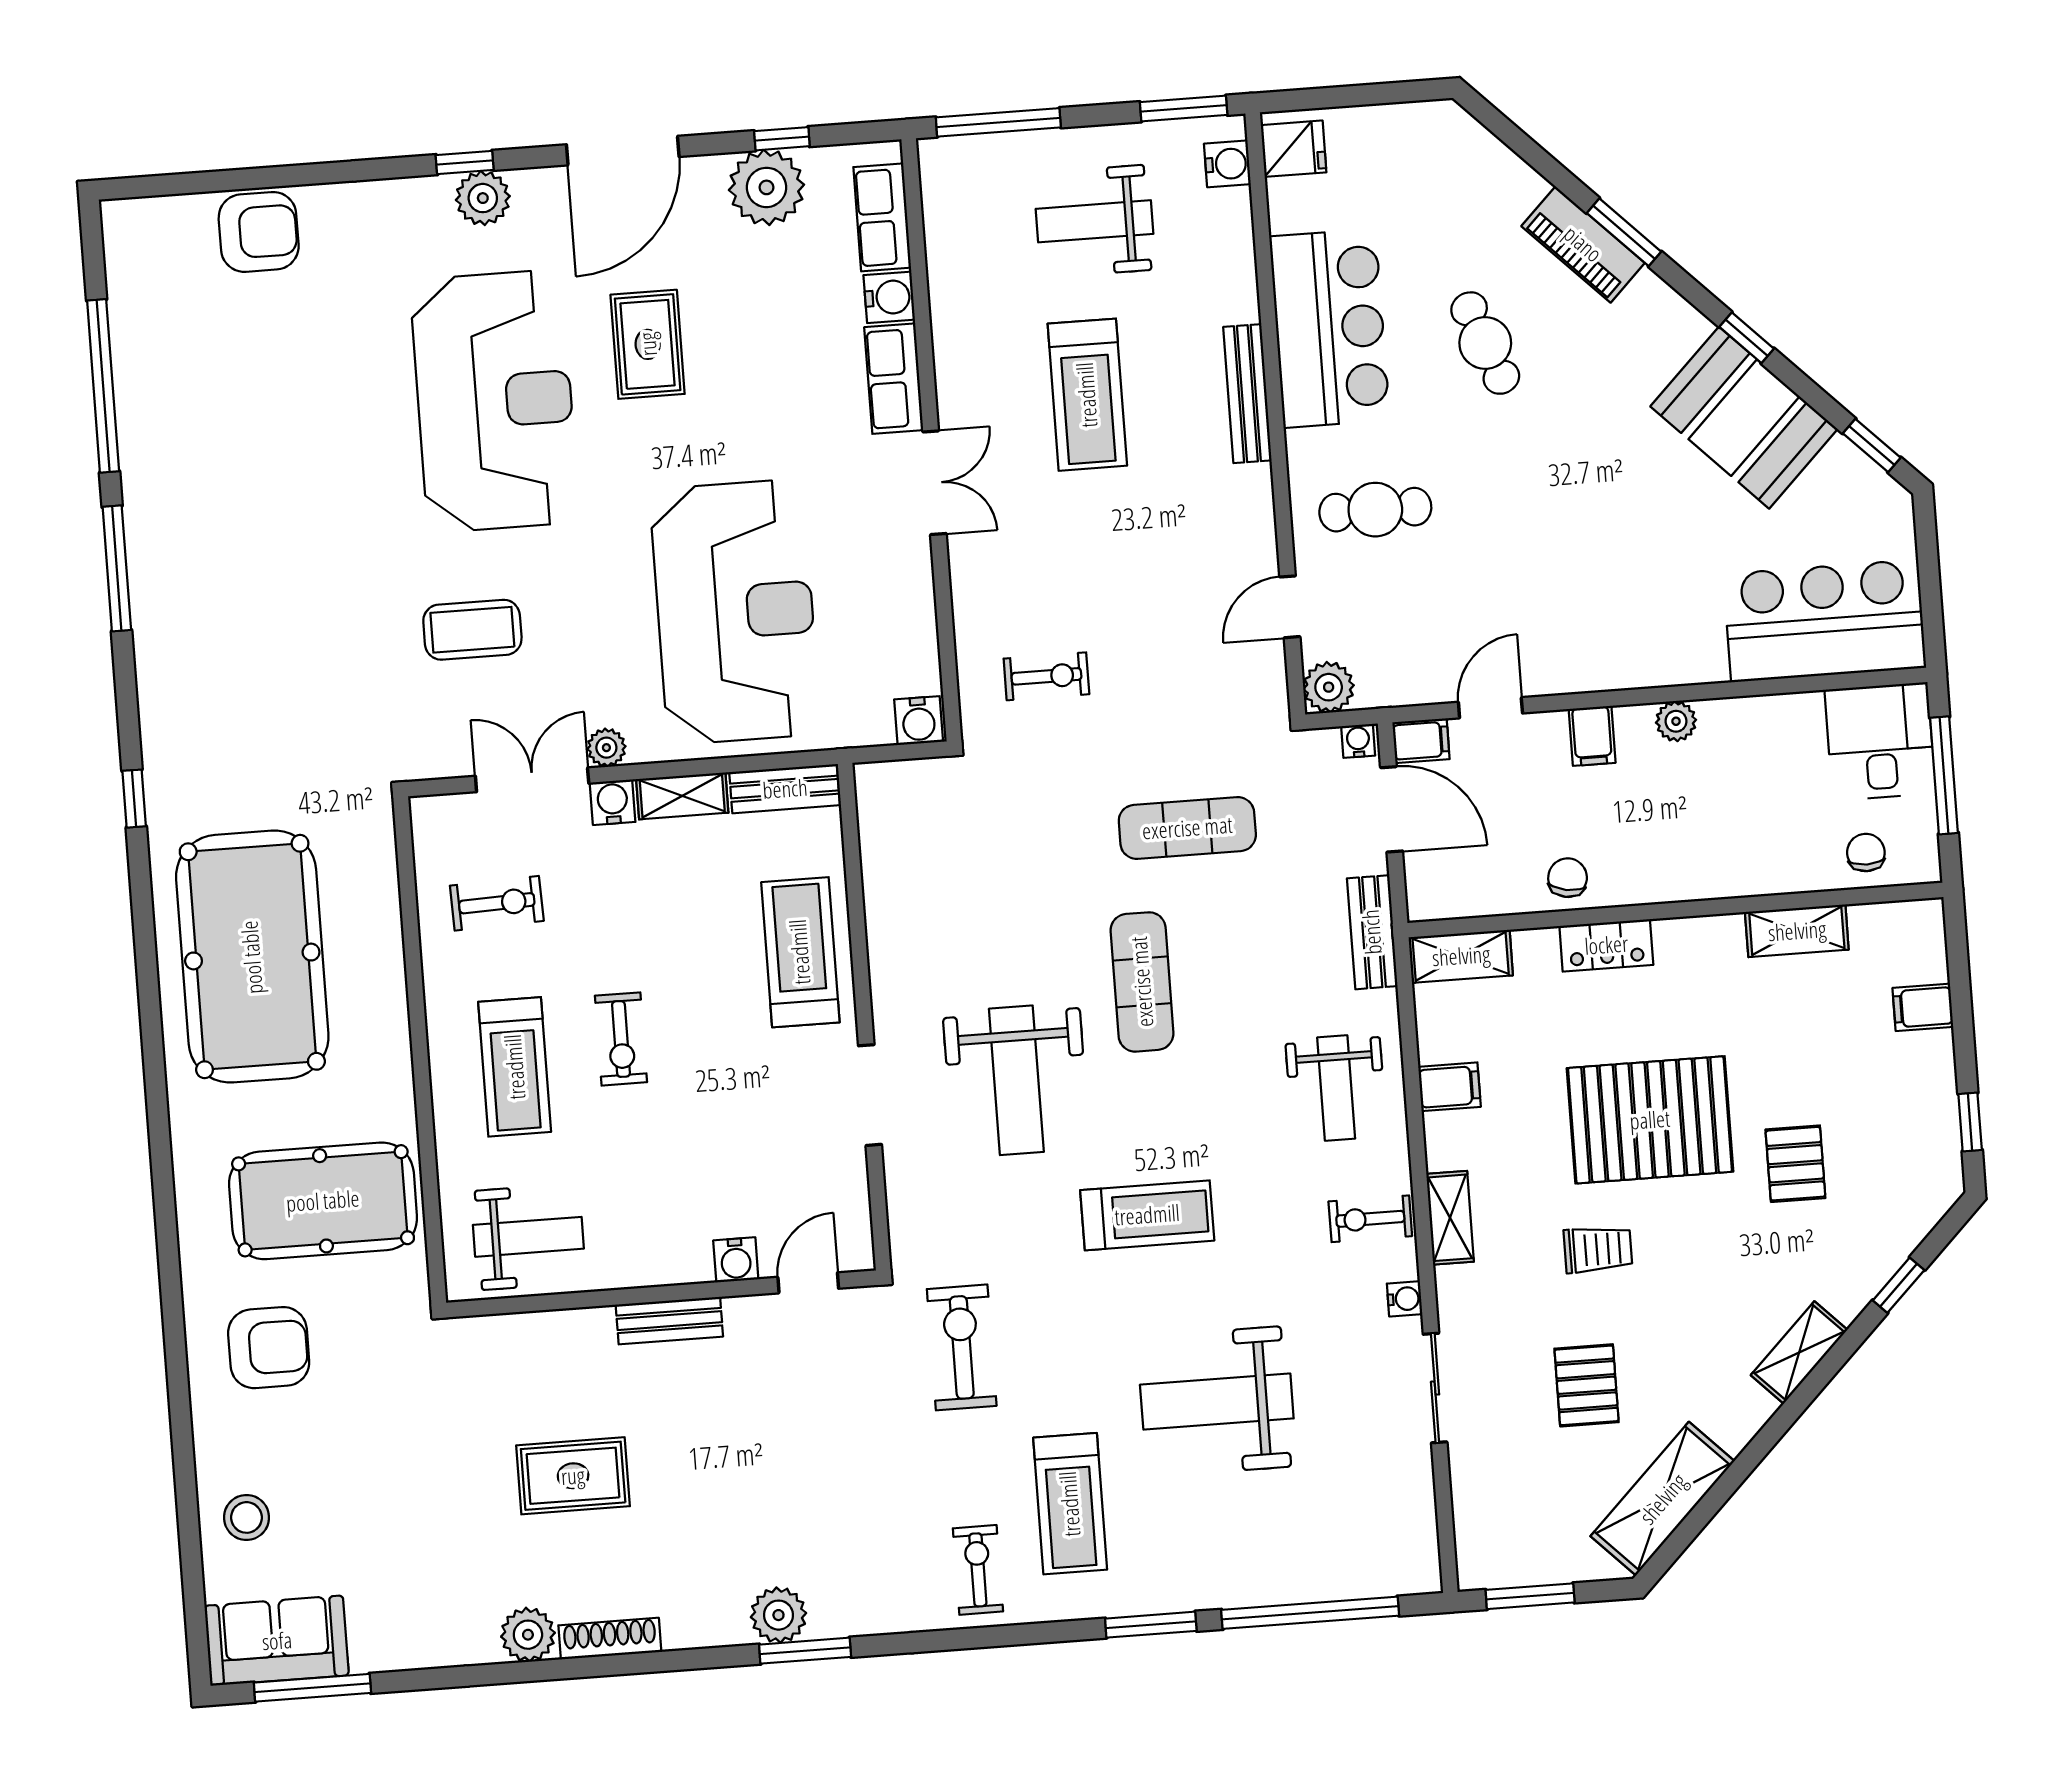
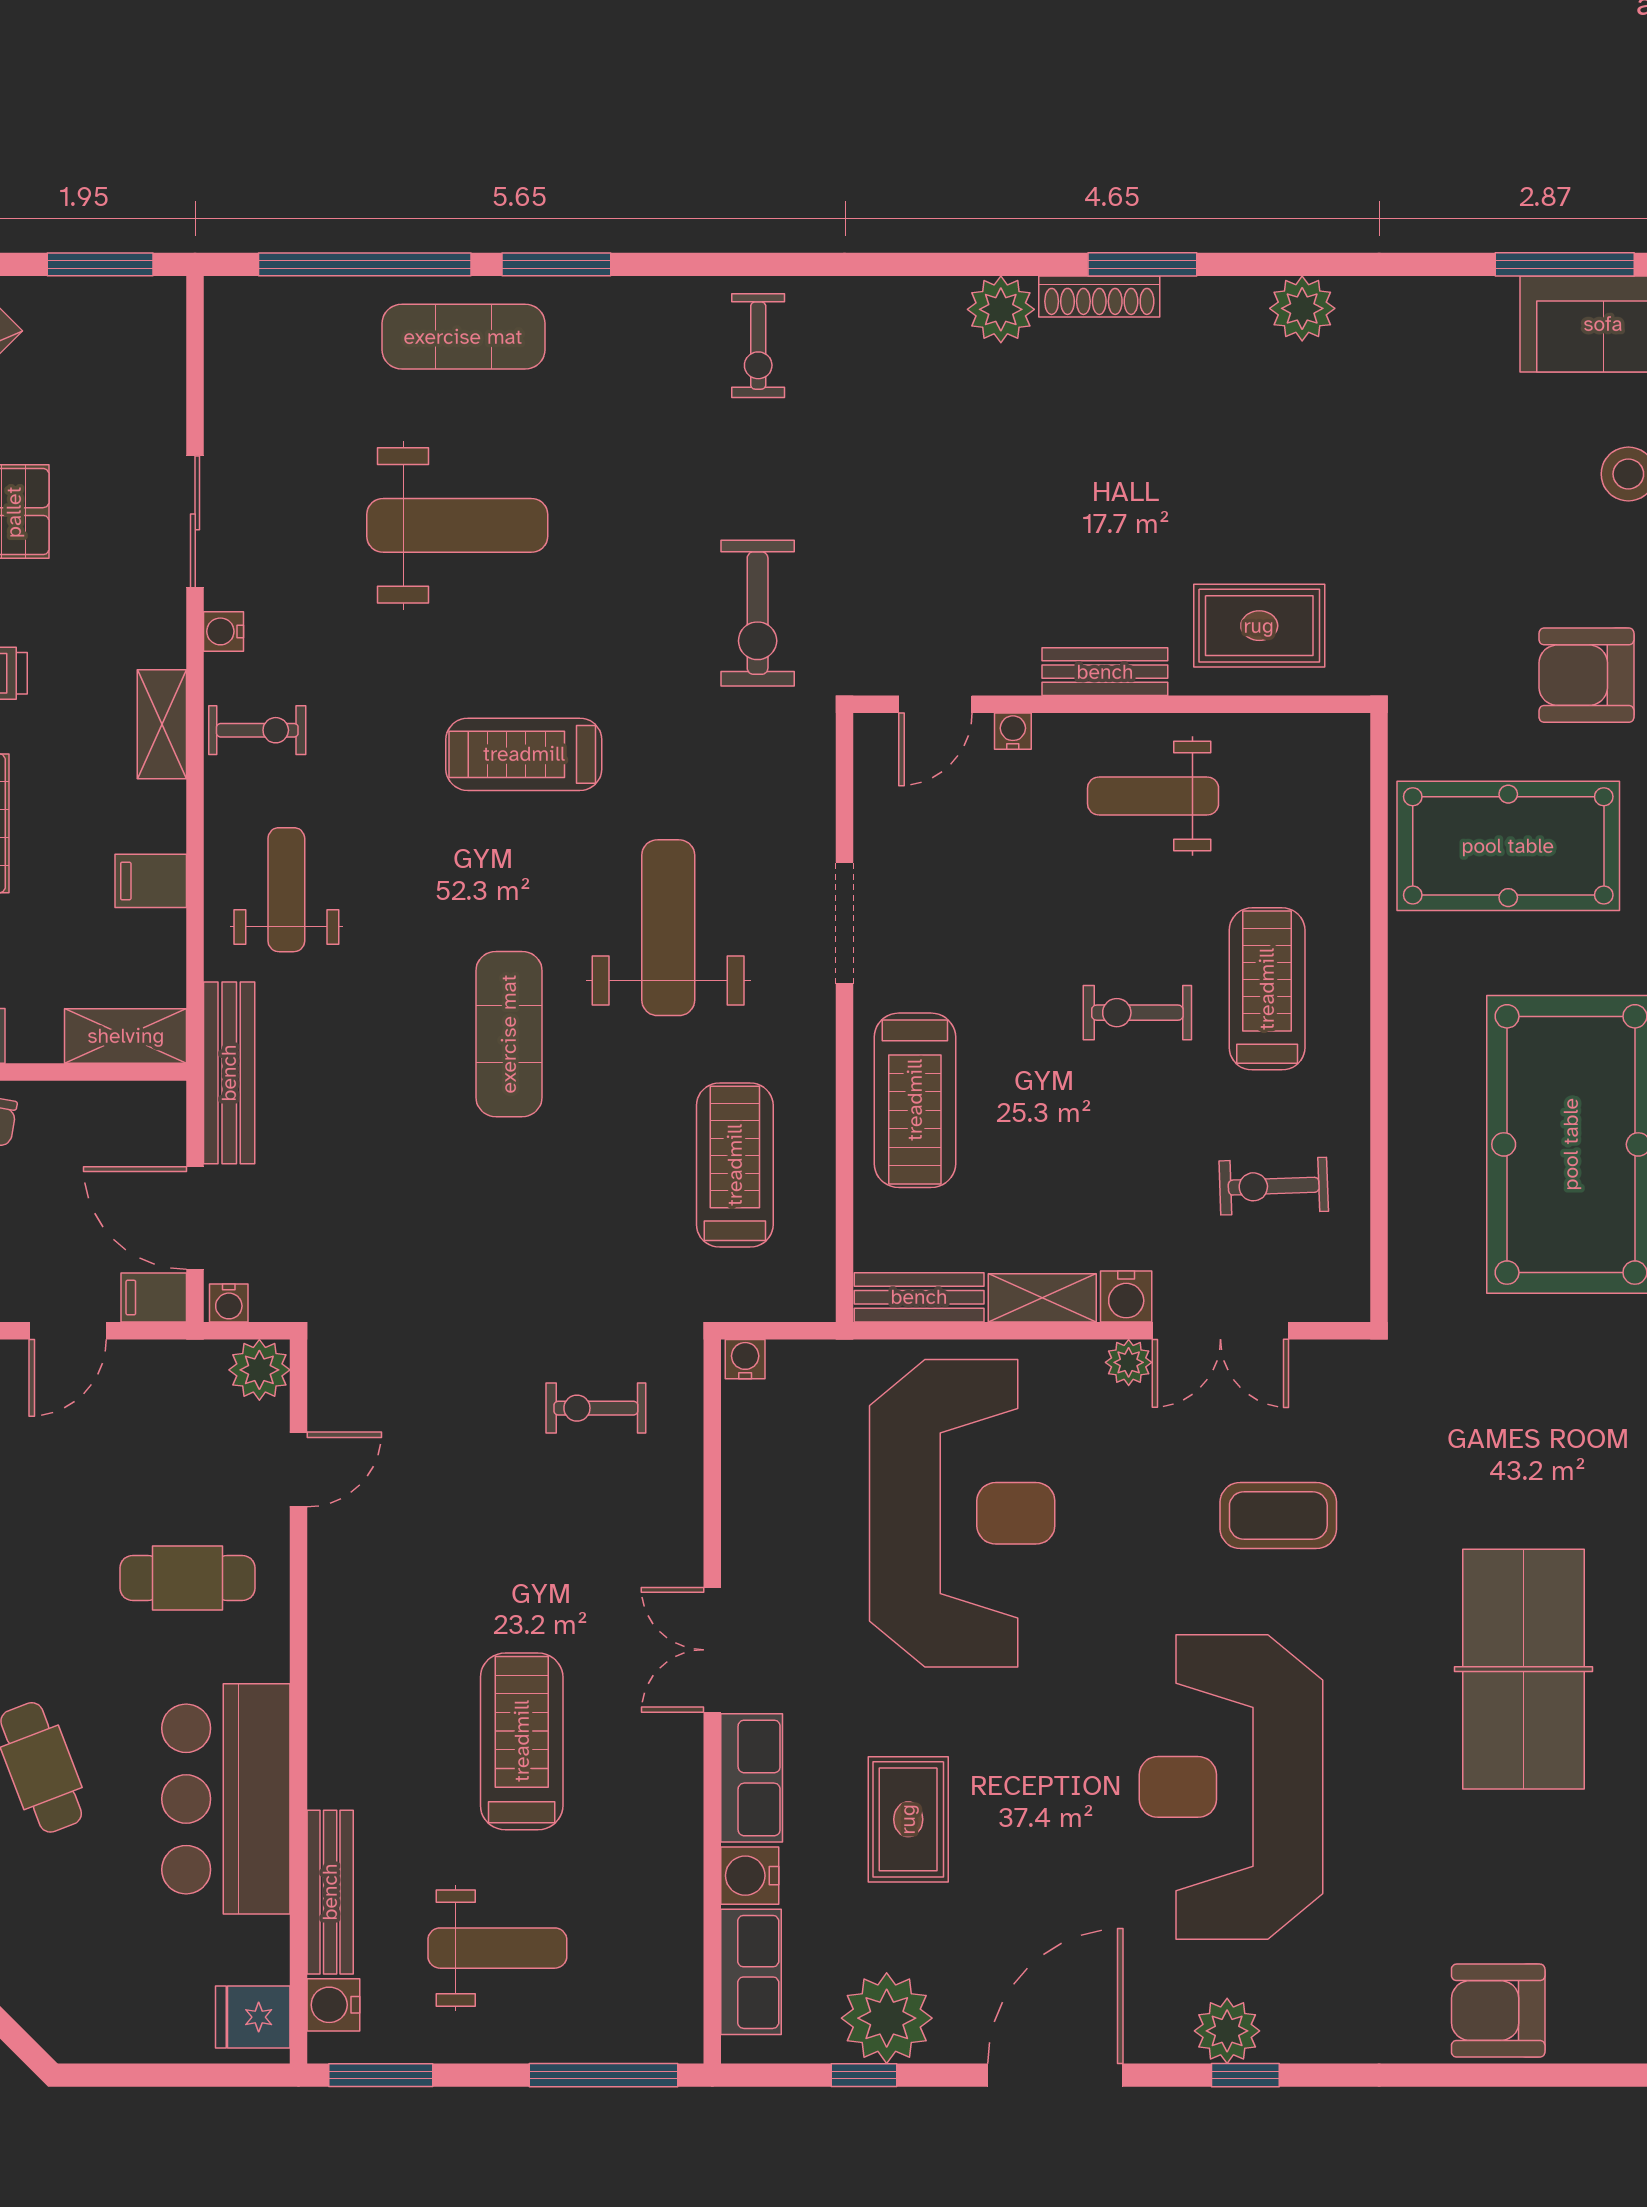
rug: (648, 344) -> (908, 1819), moved
bench: (1247, 394) -> (330, 1892), moved
table tennis table: (259, 517) -> (1524, 1669), added
reception desk: (735, 612) -> (962, 1513), turned 180
water cooler: (919, 721) -> (745, 1359), width x0.72, depth x0.72
exercise mat: (1187, 828) -> (463, 337), moved
bench: (1372, 932) -> (229, 1073), width x1.36
exercise bike: (621, 1039) -> (1137, 1013), turned -90
weight bench: (528, 1237) -> (1153, 796), moved
water cooler: (736, 1260) -> (1013, 731), width x0.72, depth x0.72
rug: (573, 1476) -> (1259, 626), moved
treadmill: (1070, 1504) -> (735, 1165), moved
shoe rack: (610, 1639) -> (1099, 296), moved
window: (805, 1651) -> (1142, 264), moved

